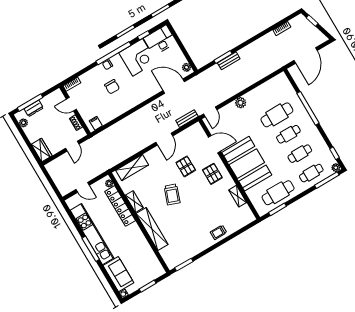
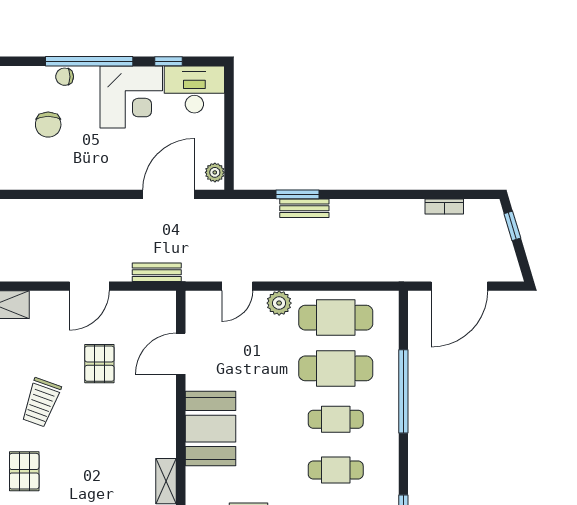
door: (174, 86) -> (169, 194), hinge flipped
cafe table: (265, 95) -> (336, 318), added
door: (210, 112) -> (237, 286), moved
door: (214, 144) -> (181, 354), swing flipped
booth: (247, 164) -> (211, 429), width x0.73, depth x0.70
pallet: (212, 174) -> (24, 471), moved

